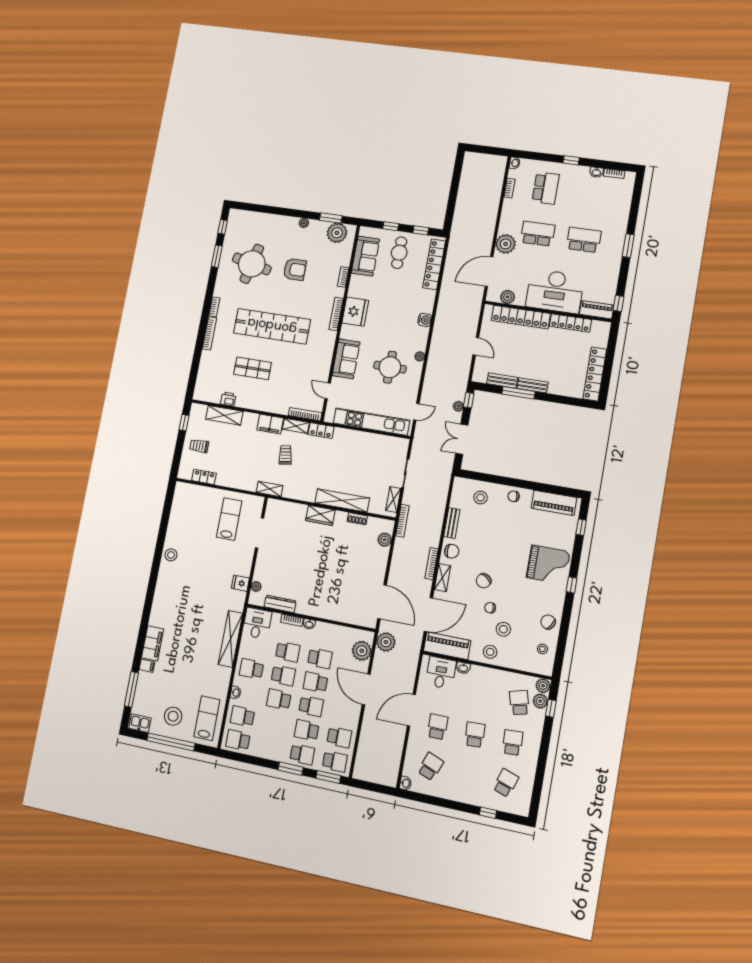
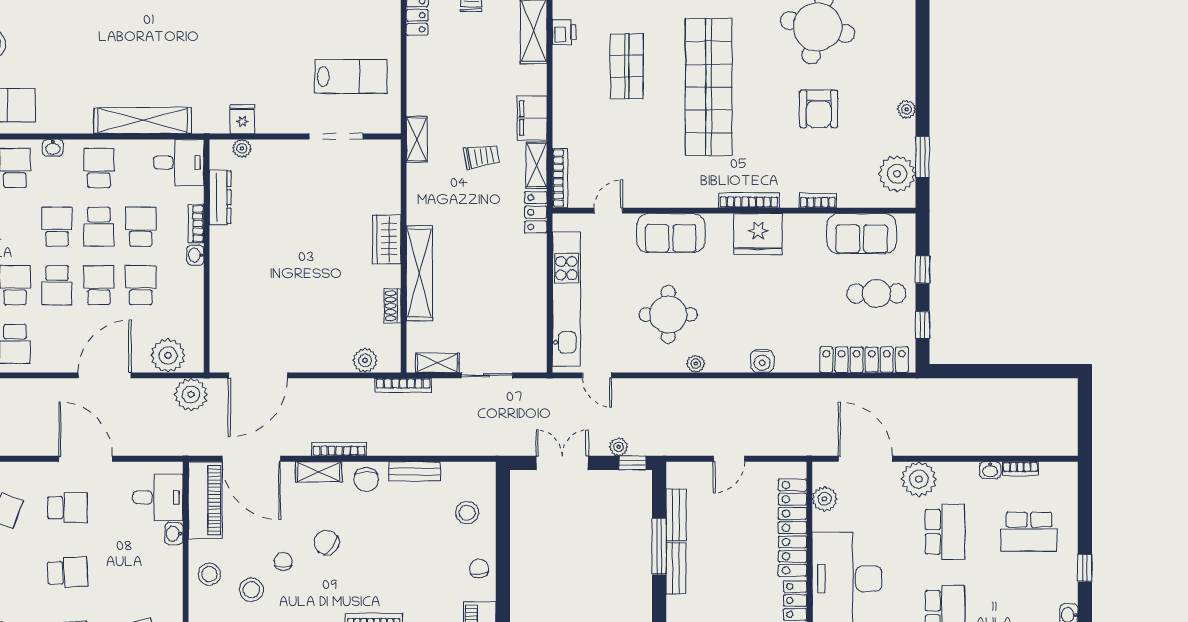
washbasin: (515, 163) -> (990, 470), moved
school desk: (288, 652) -> (141, 227), turned 180
school desk: (320, 658) -> (141, 285), turned 180

